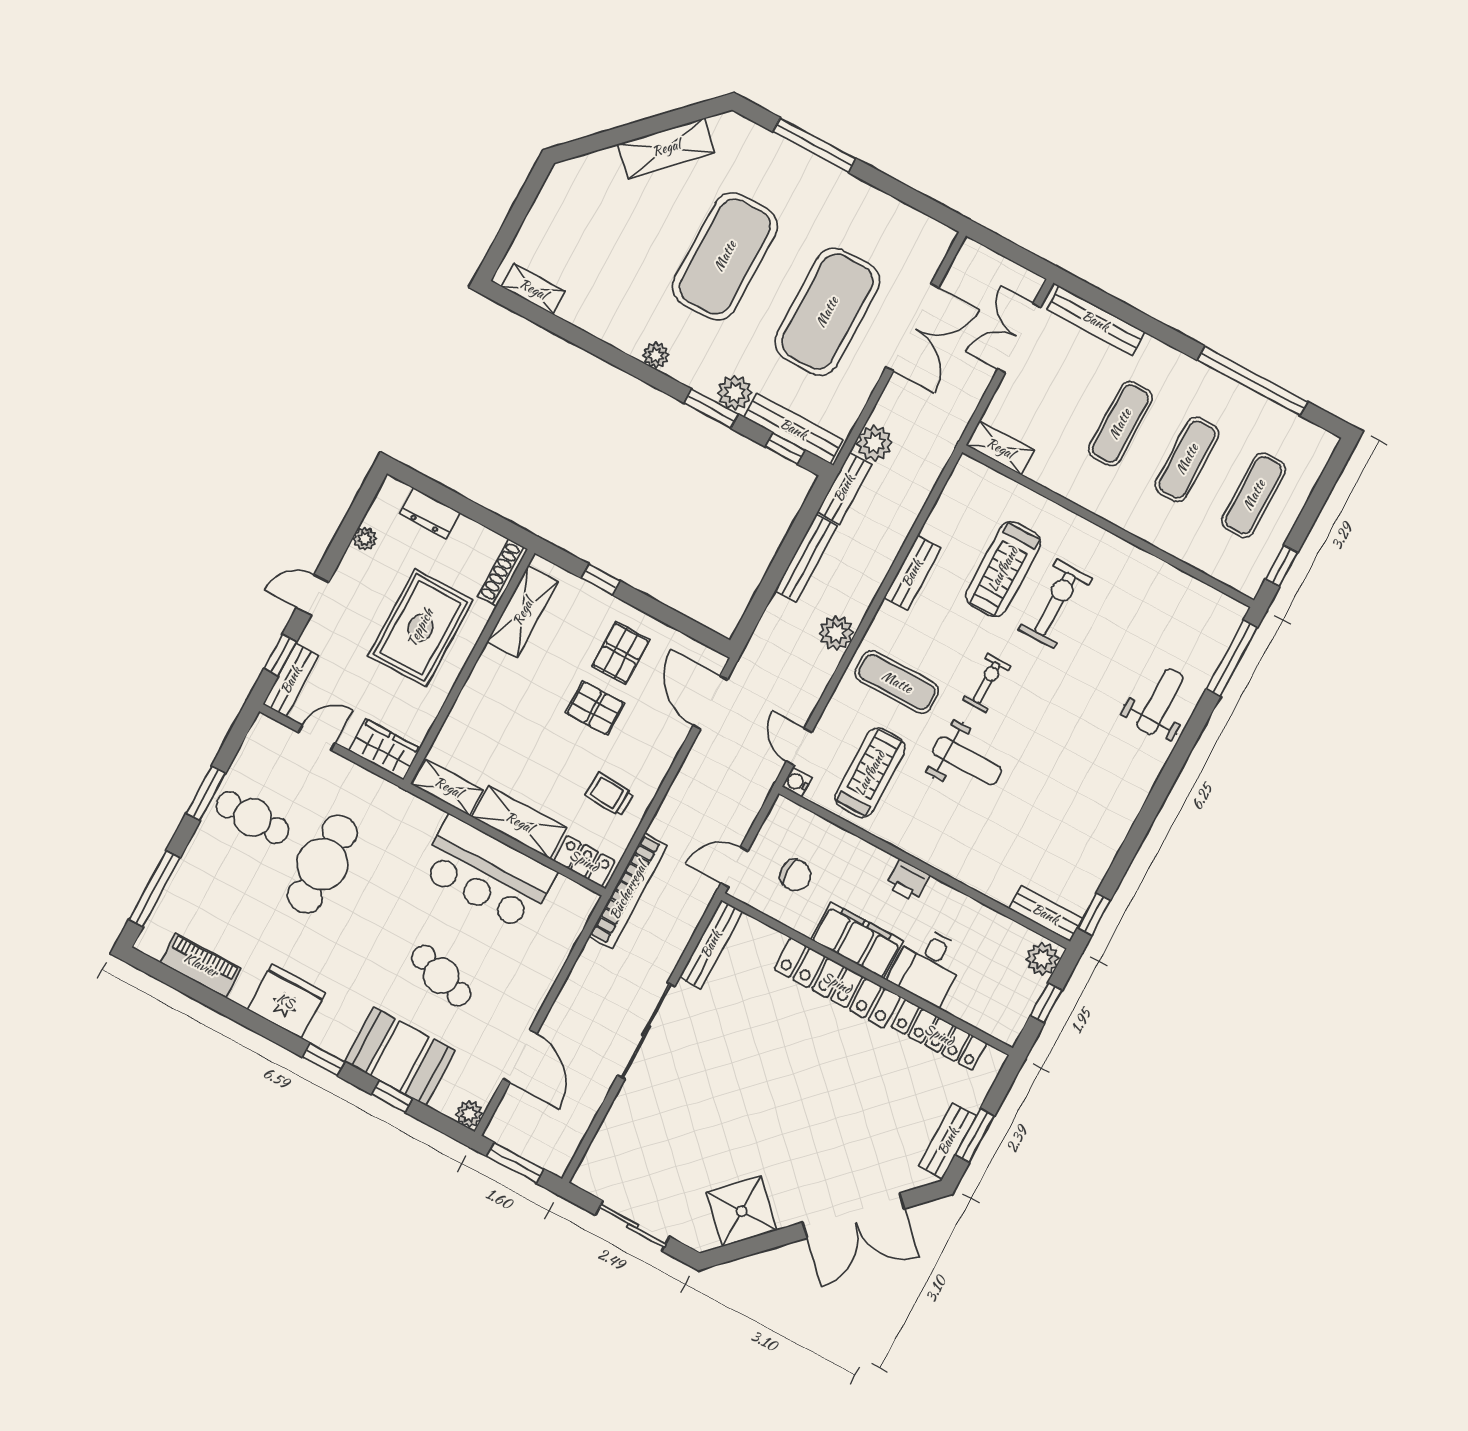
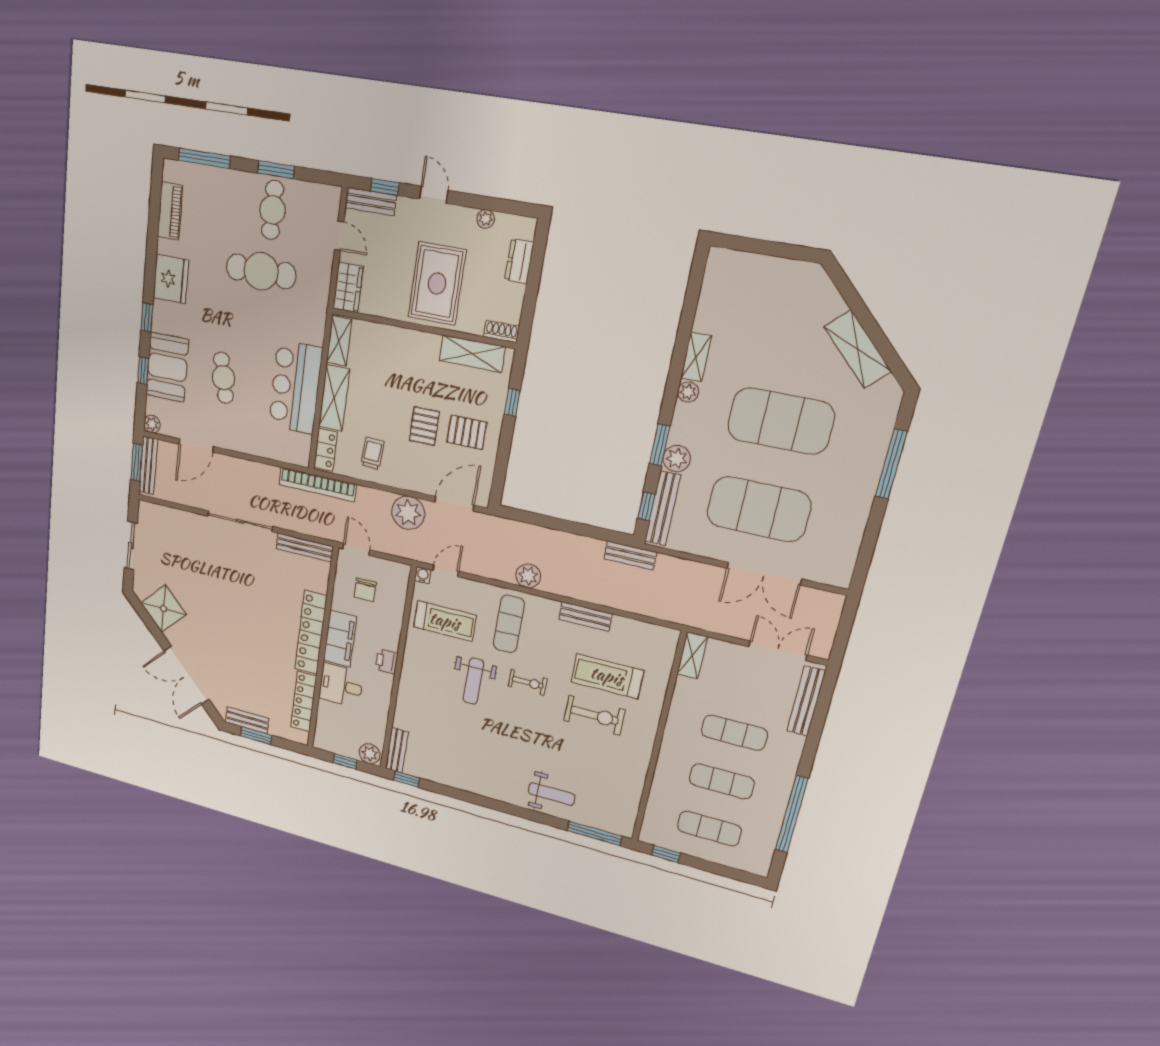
shelving: (533, 289) -> (696, 357), moved
plant: (874, 443) -> (408, 513), moved, width x1.36, depth x1.36
bench: (806, 558) -> (148, 465), moved, turned 90
shoe rack: (503, 573) -> (501, 331), width x0.70
rug: (420, 628) -> (437, 284), turned 90
cafe table: (441, 976) -> (223, 378), turned -31

